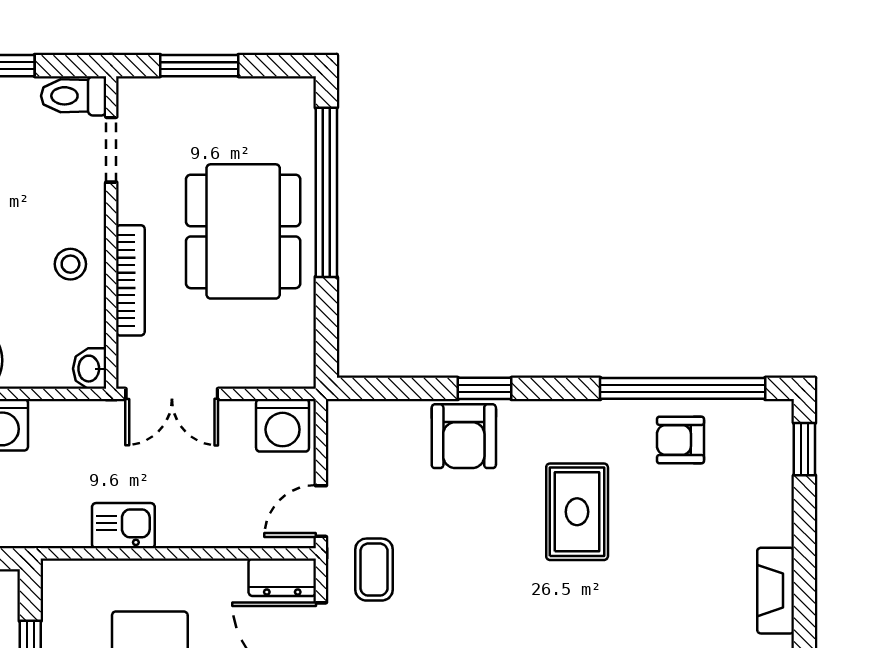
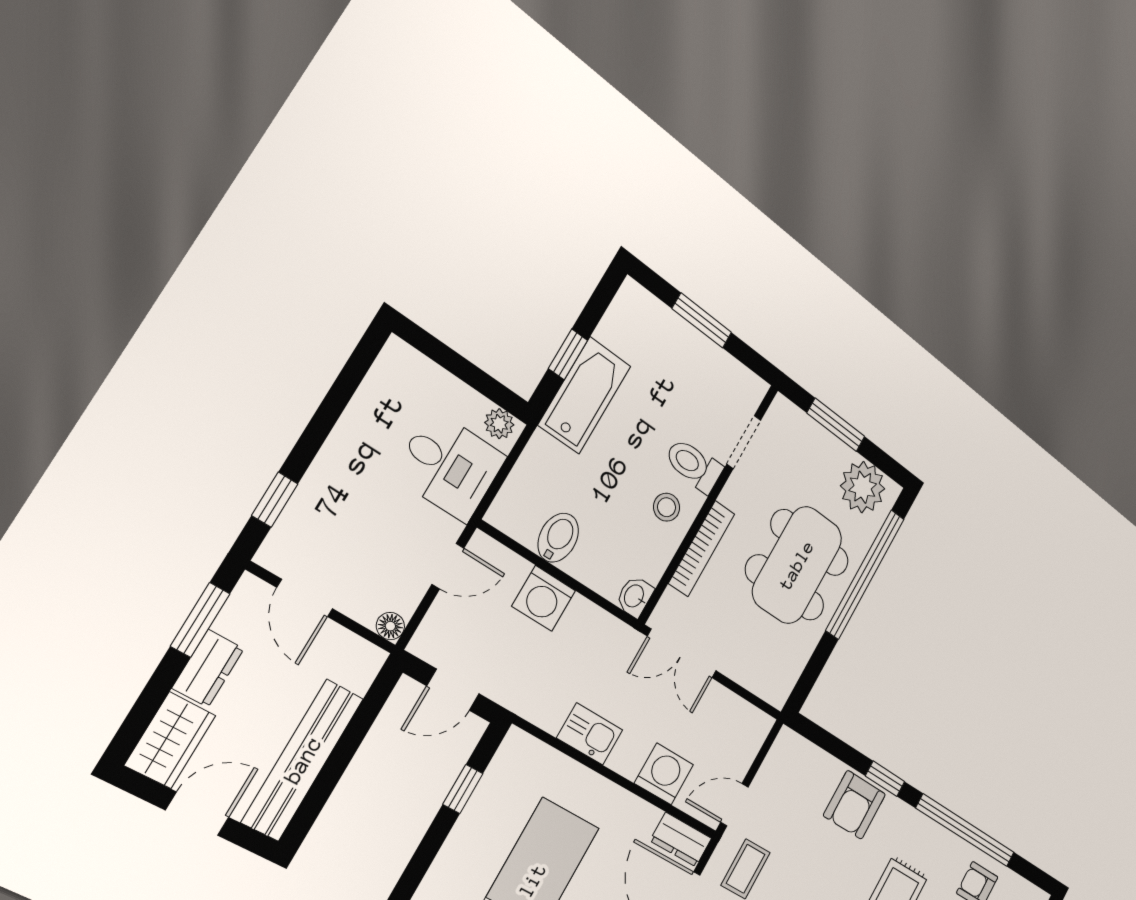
toilet: (74, 96) -> (694, 465), moved
plant: (268, 107) -> (863, 487), added
window: (683, 388) -> (966, 831), moved
washing machine: (283, 425) -> (664, 774), moved, turned 180

